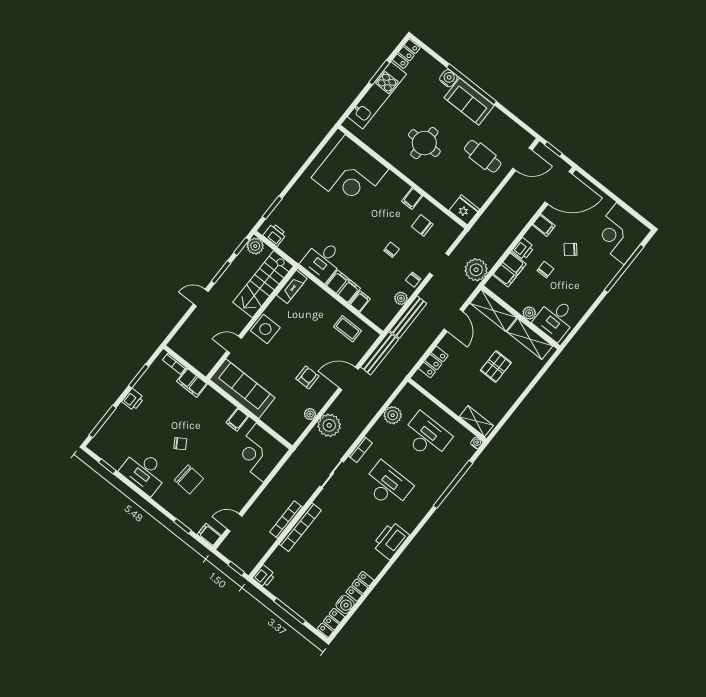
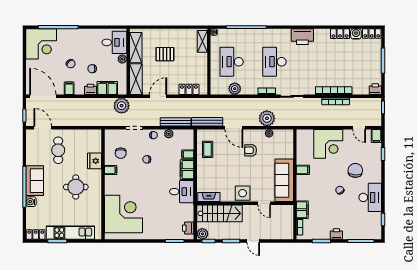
fridge: (464, 210) -> (95, 161), moved
corner desk: (260, 453) -> (328, 144), moved

